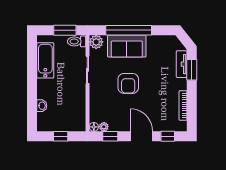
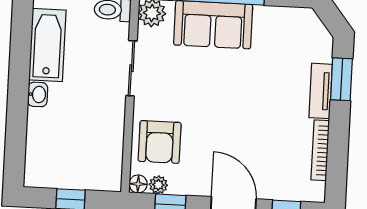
tv unit: (182, 64) -> (321, 91), moved
armchair: (128, 83) -> (160, 142), moved
washbasin: (42, 106) -> (38, 94), moved

